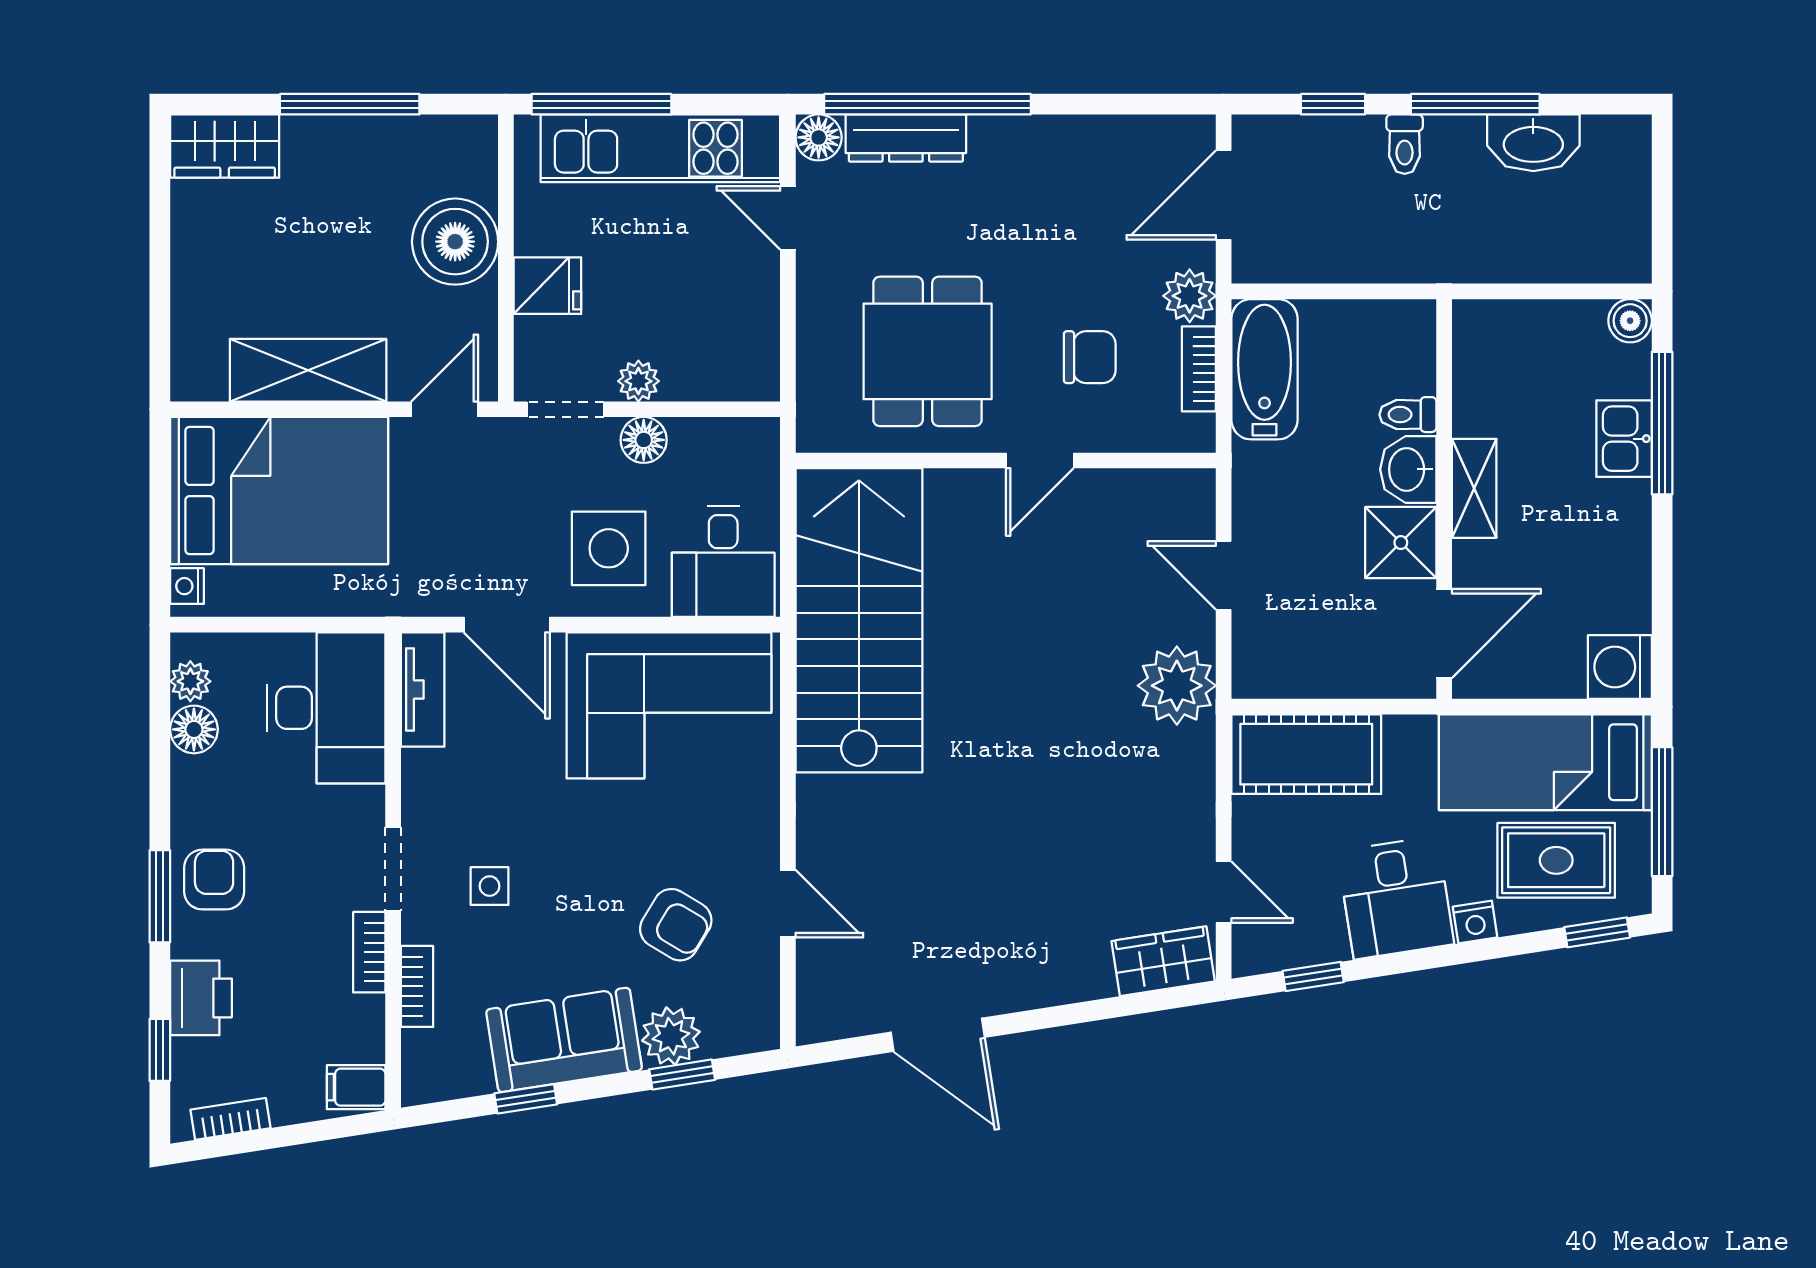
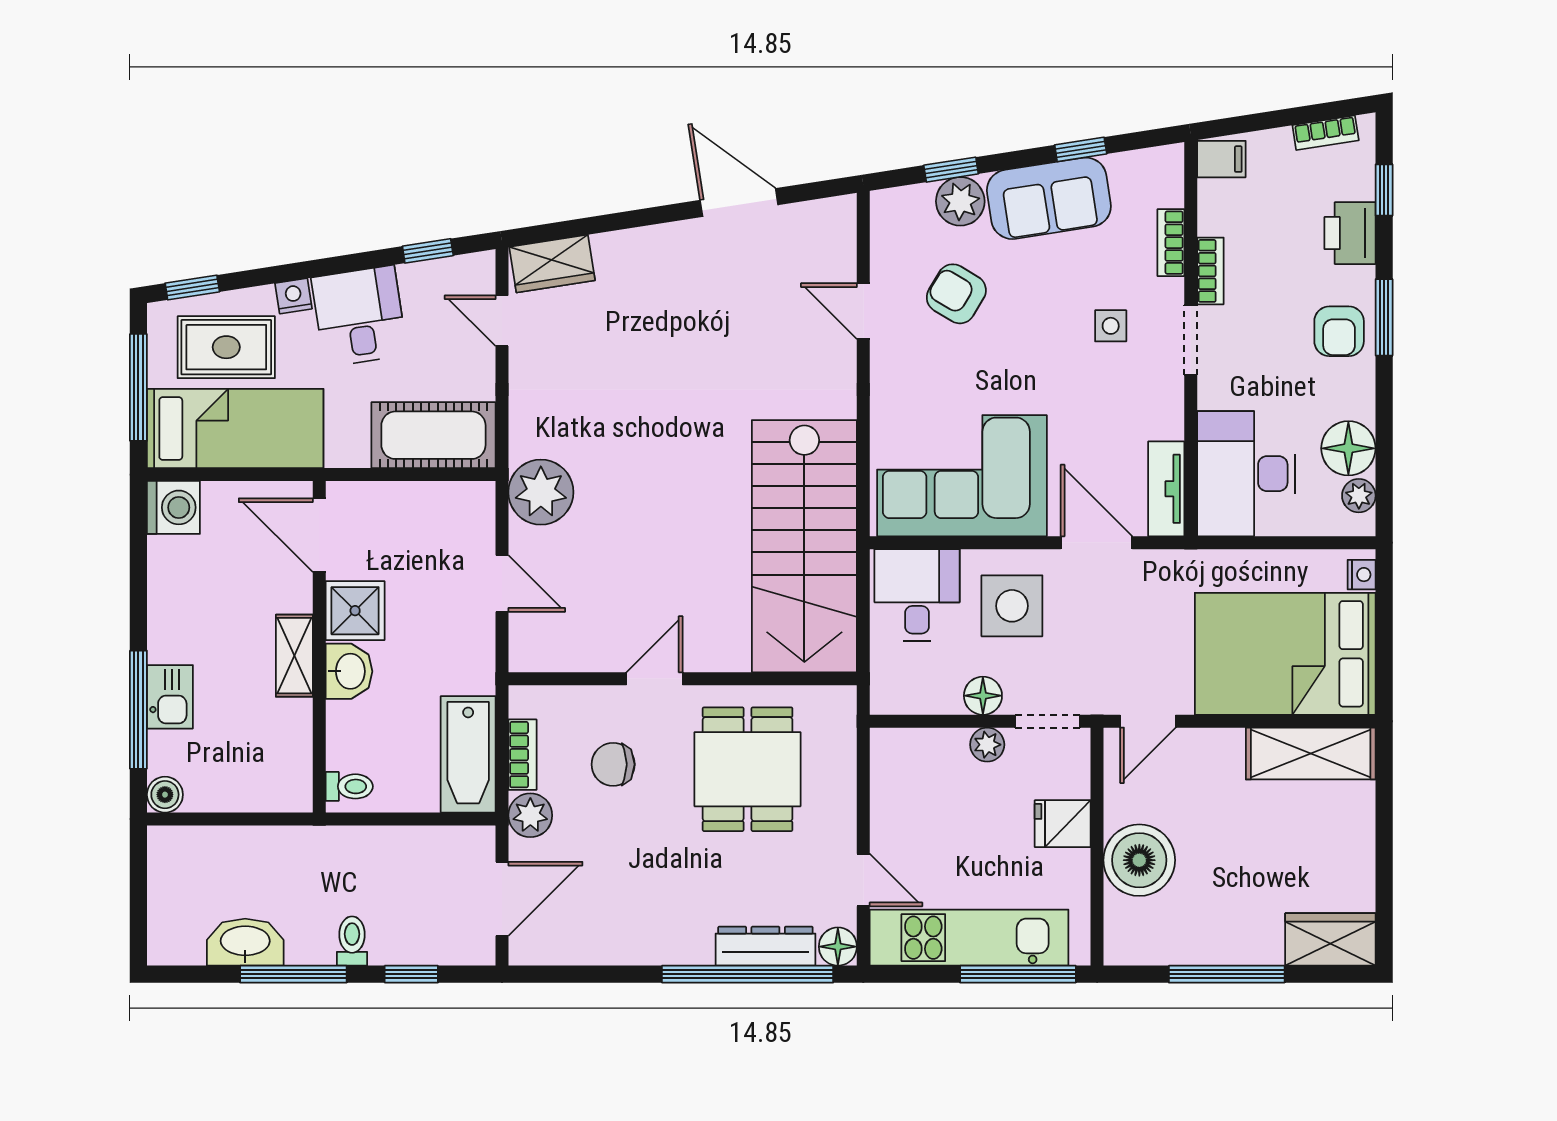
shelving: (308, 370) -> (1311, 754), moved
toilet: (1408, 415) -> (349, 786), moved
door: (1444, 633) -> (319, 535), hinge flipped
floor lamp: (194, 729) -> (1348, 448), width x1.38, depth x1.38

